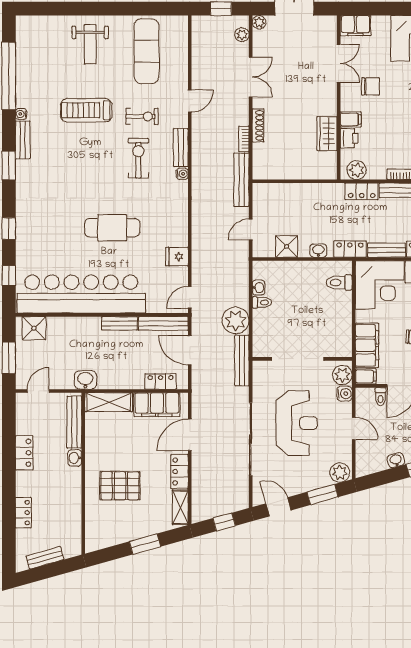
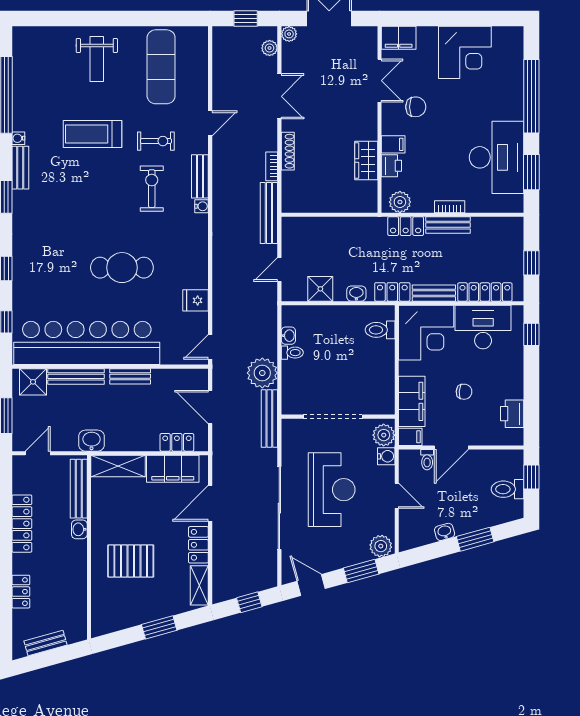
bench: (163, 323) -> (76, 376), moved
locker: (24, 453) -> (22, 524), width x1.53

